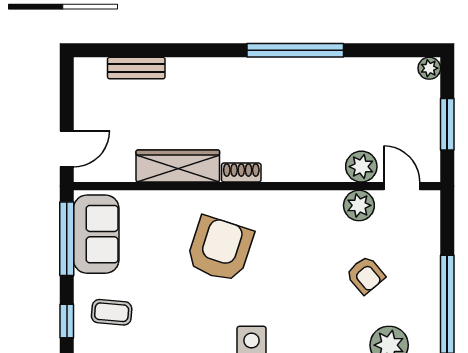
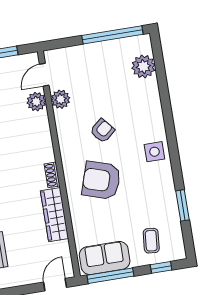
door: (67, 149) -> (55, 285), hinge flipped
armchair: (366, 275) -> (102, 131), moved

